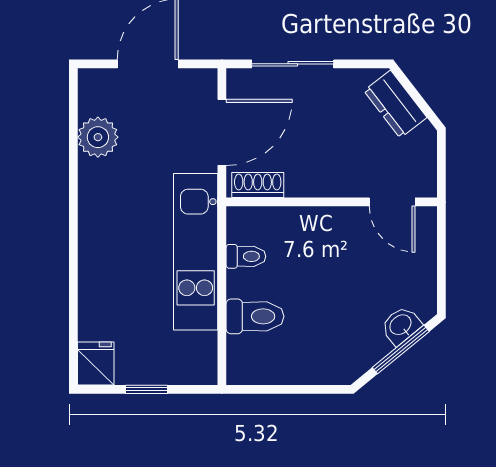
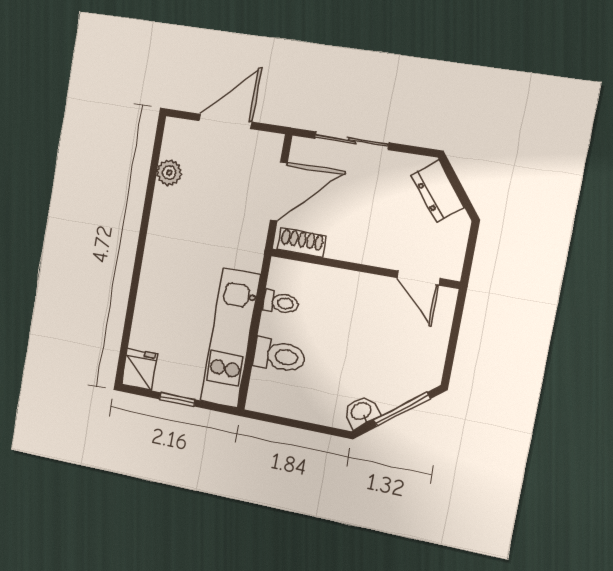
plant: (98, 137) -> (169, 173), width x0.73, depth x0.73
kitchen unit: (196, 252) -> (230, 338), moved
washbasin: (401, 325) -> (361, 412), moved

